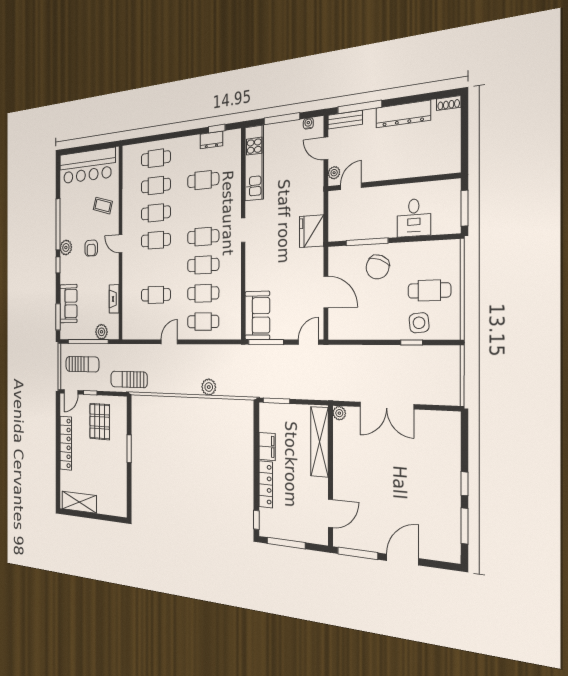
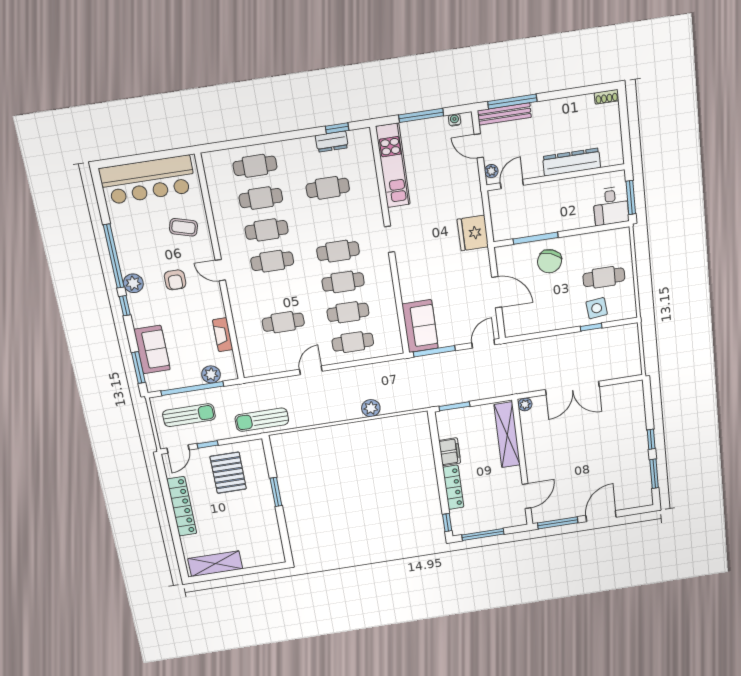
dresser: (403, 114) -> (572, 162), moved, turned 180
bench: (345, 120) -> (504, 114), width x1.36
desk: (414, 218) -> (611, 206), moved

